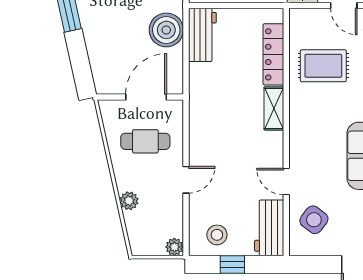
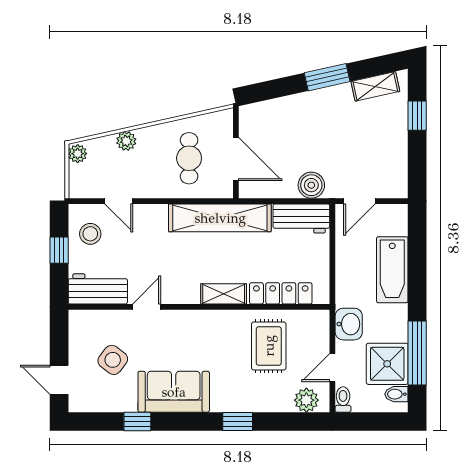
boiler: (166, 30) -> (311, 185), width x0.73, depth x0.73
shelving: (202, 112) -> (220, 218), added
door: (186, 180) -> (119, 201), moved
side table: (314, 220) -> (113, 360), moved
plant: (174, 247) -> (78, 154), moved

